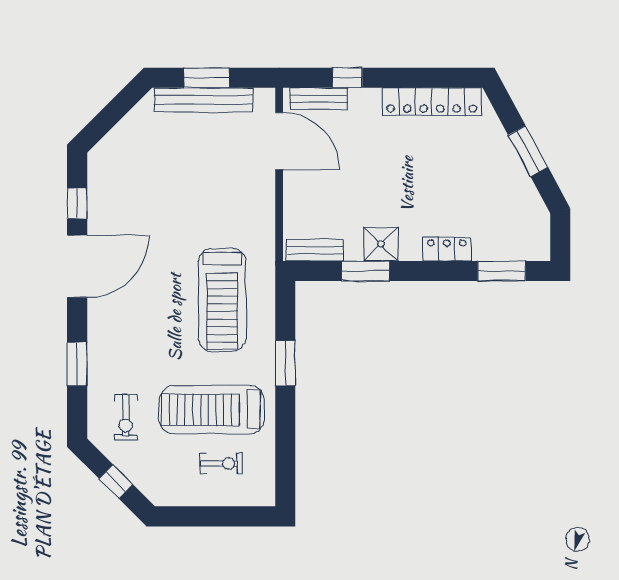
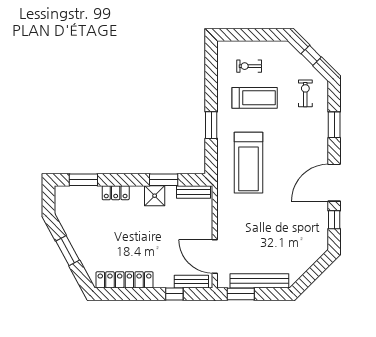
window: (207, 78) -> (241, 294), moved
treadmill: (222, 300) -> (248, 163), turned 180
treadmill: (212, 410) -> (255, 98), width x0.73, depth x0.73

